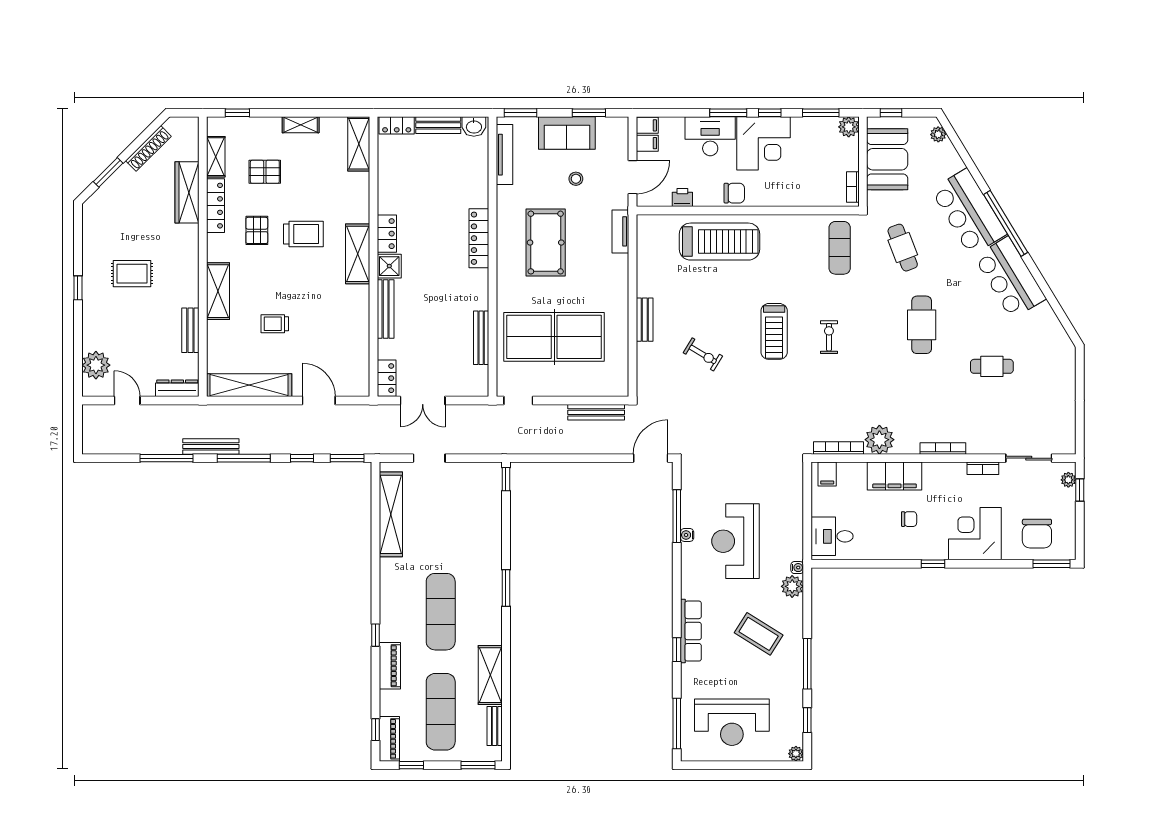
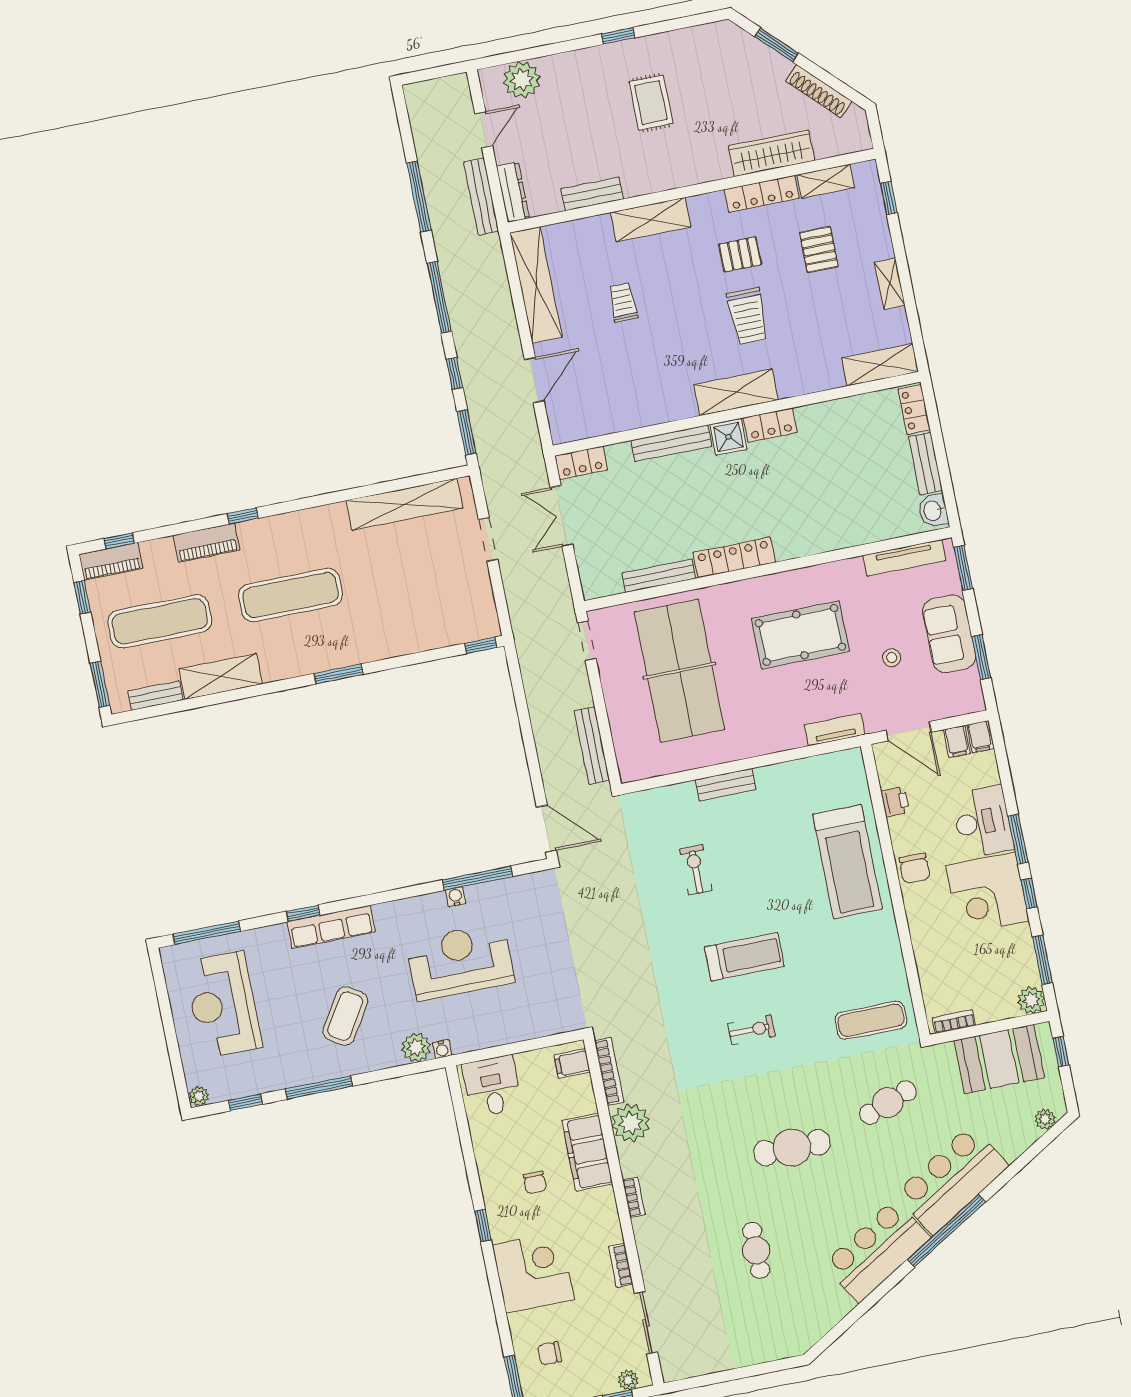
locker: (479, 238) -> (734, 557), moved
treadmill: (774, 331) -> (744, 957), turned 180
exercise bike: (703, 354) -> (696, 870), turned 149
bench: (211, 446) -> (481, 197), moved
bookcase: (943, 448) -> (634, 1197), width x0.64
chair: (1037, 534) -> (550, 1353), width x0.54, depth x0.54

